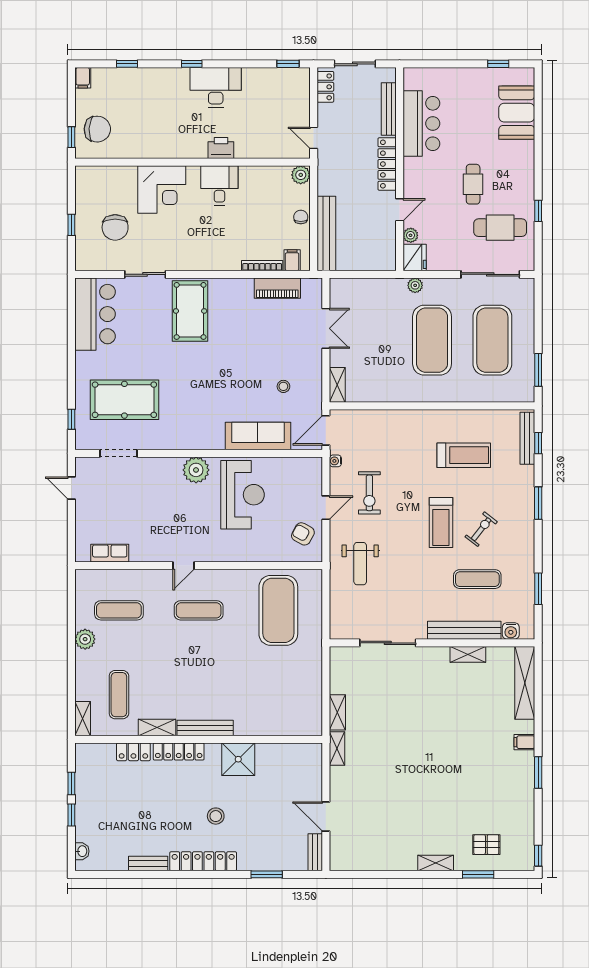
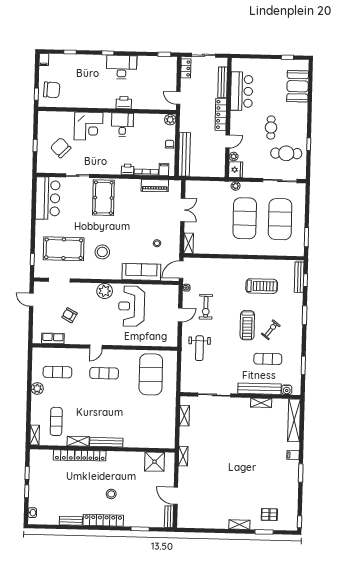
chair: (115, 227) -> (61, 148), turned 135
printer: (230, 262) -> (128, 169), added
stool: (190, 404) -> (102, 252), added
reception desk: (243, 495) -> (131, 306), turned 180
armchair: (303, 534) -> (69, 315), moved
shelving: (337, 712) -> (184, 416), moved
shower: (238, 759) -> (154, 462), moved

